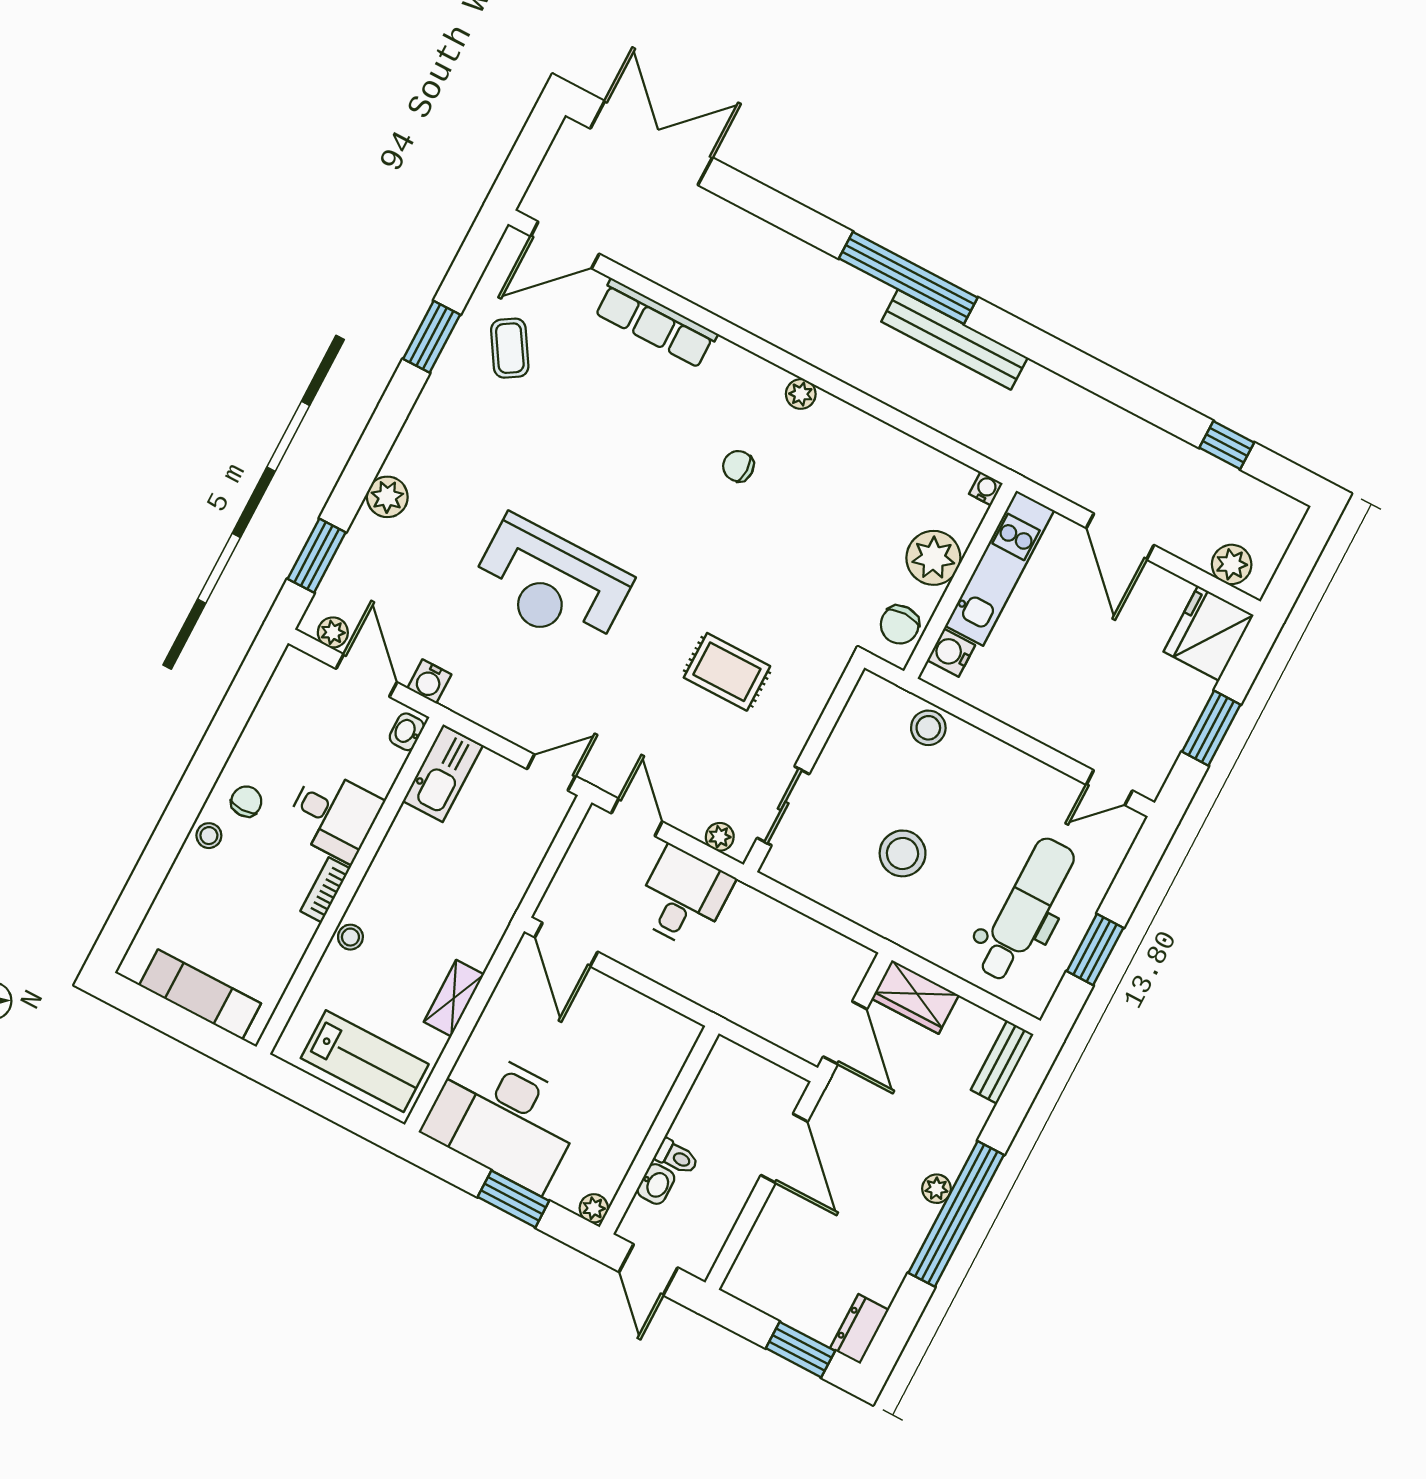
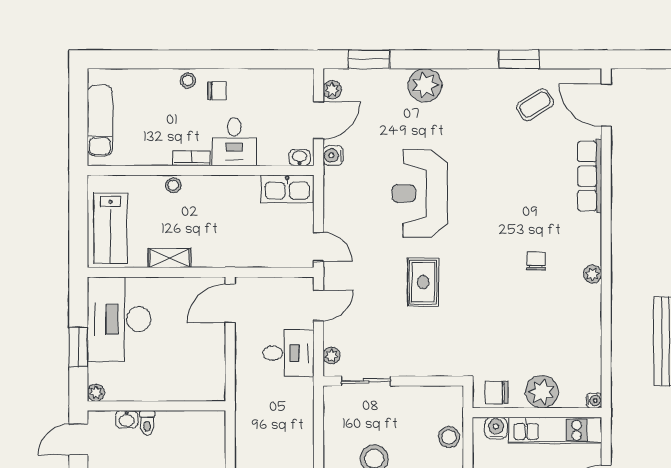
plant: (387, 497) -> (425, 85), width x1.36, depth x1.36
rug: (727, 672) -> (423, 282), moved

